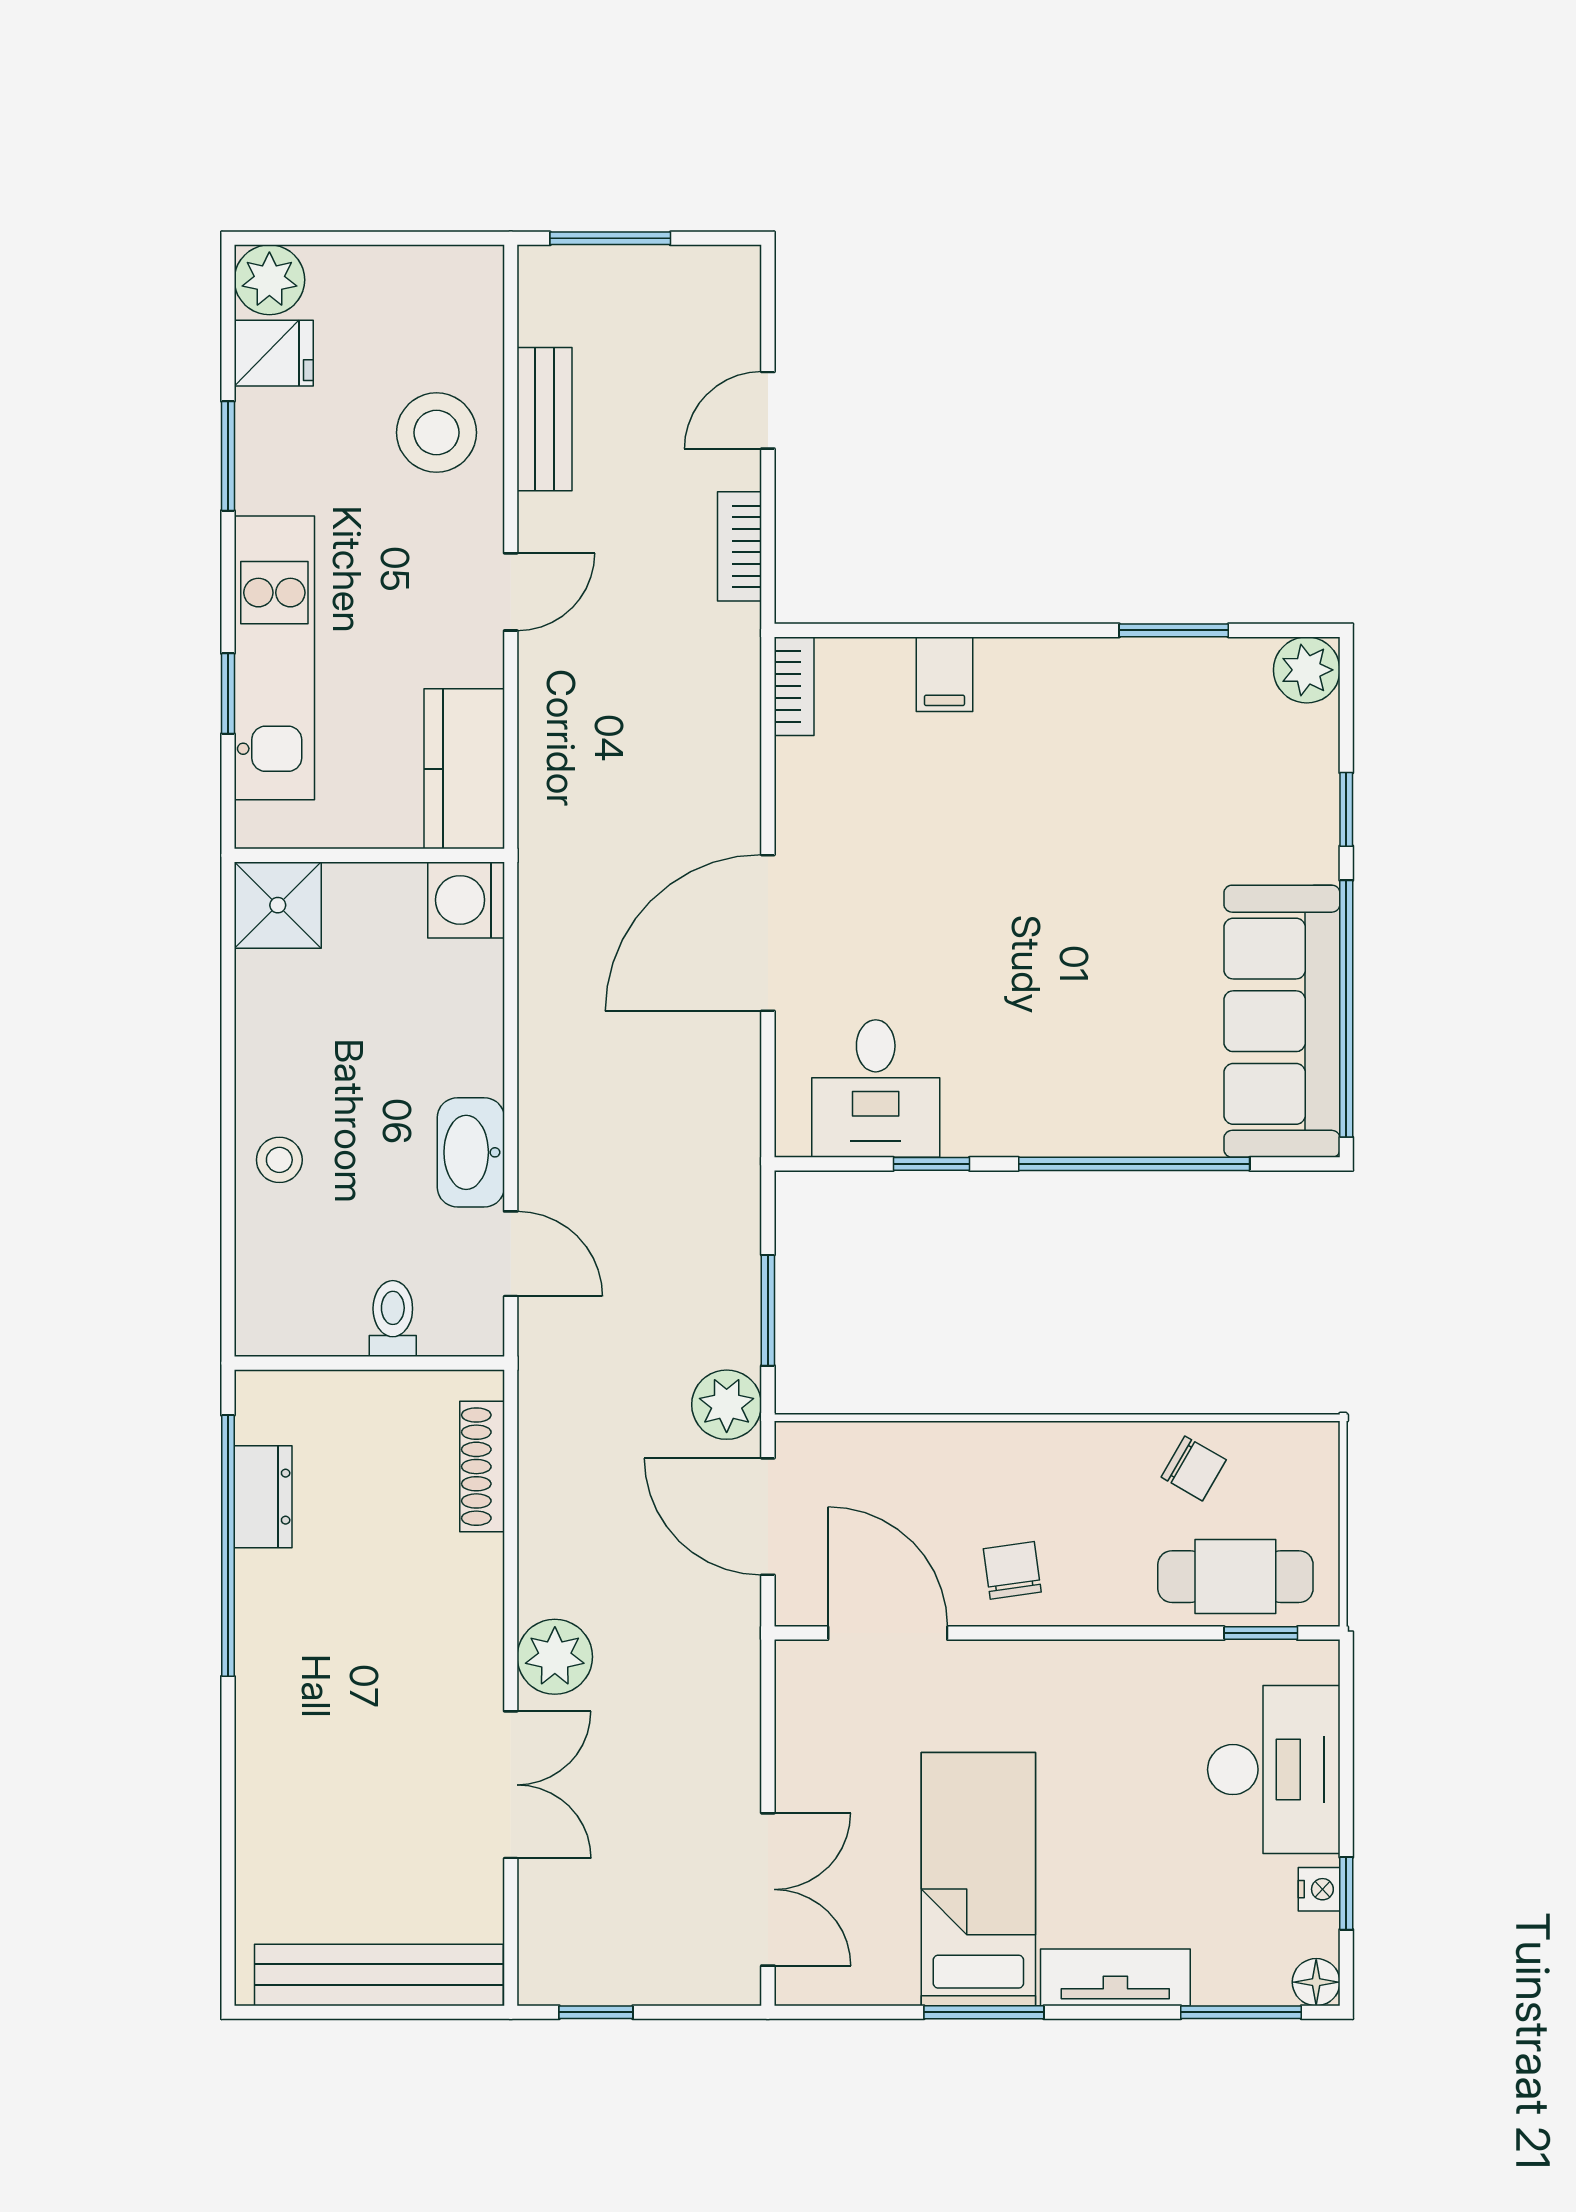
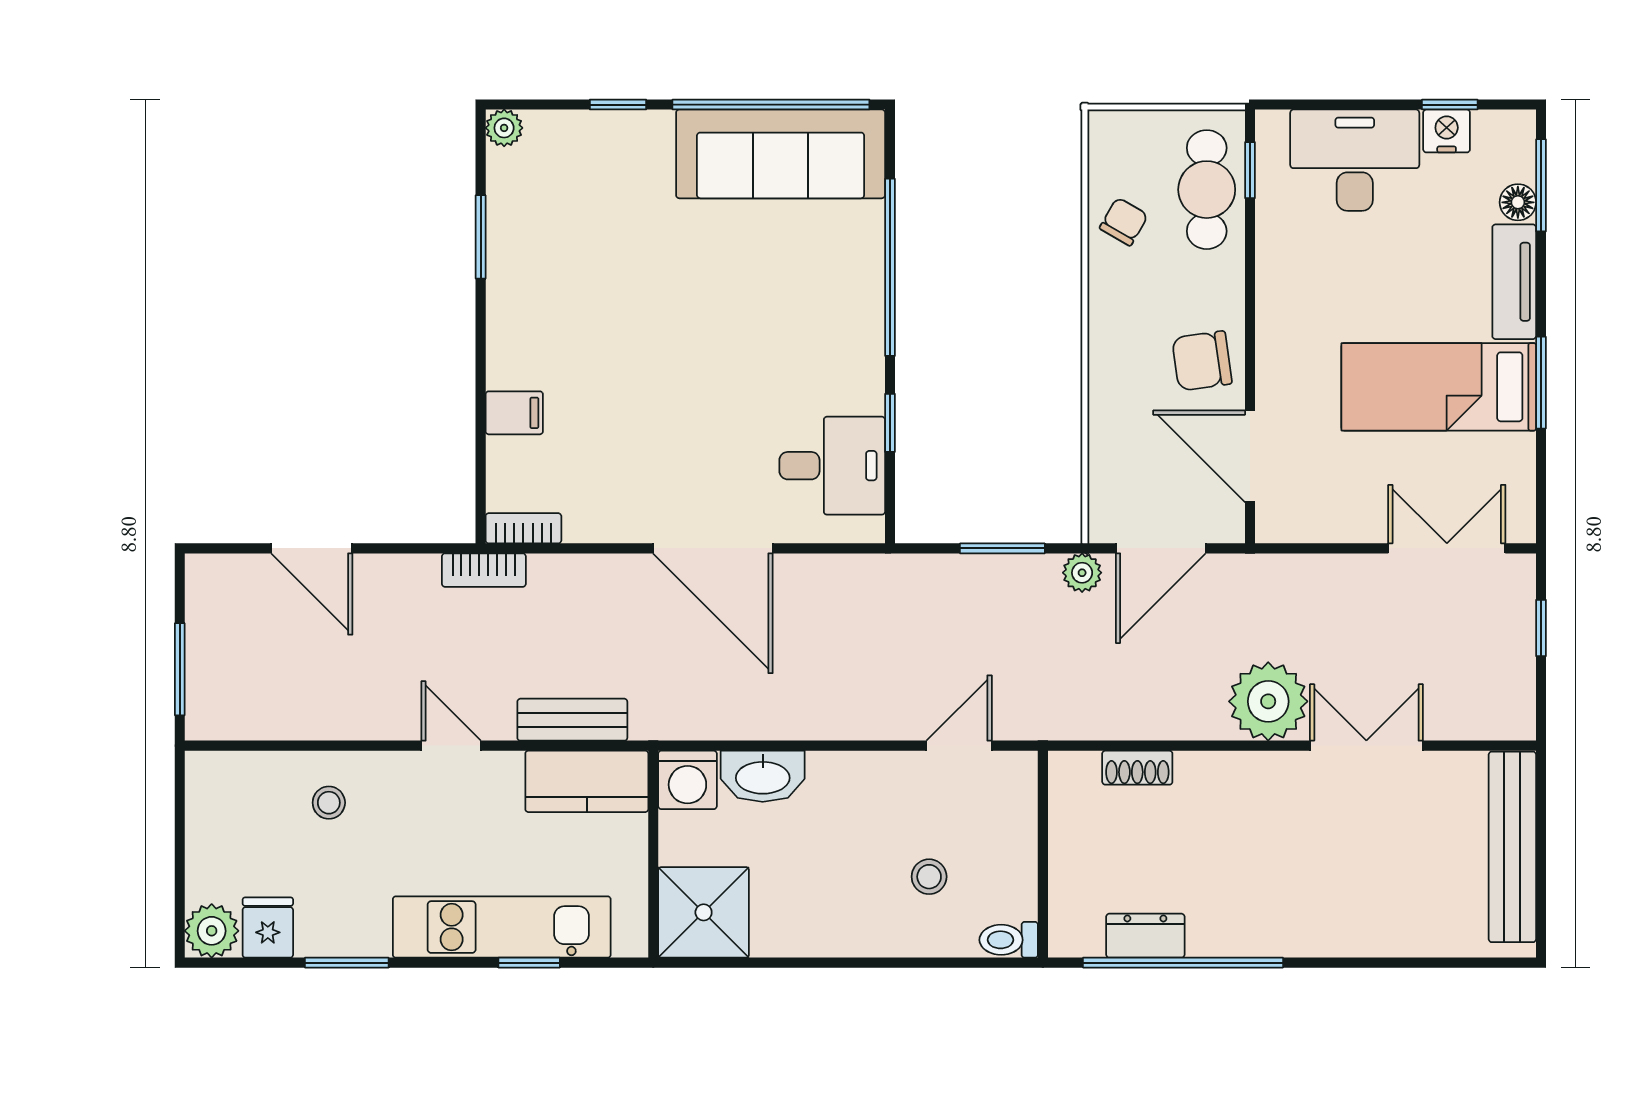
door: (768, 410) -> (312, 548), width x1.38
bench: (545, 419) -> (572, 720), moved
stool: (436, 433) -> (329, 803), width x0.53, depth x0.53
bookcase: (740, 546) -> (484, 570), moved
plant: (1307, 670) -> (504, 128), width x0.73, depth x0.73
shower: (278, 905) -> (704, 912), width x1.36, depth x1.36
washbasin: (471, 1152) -> (763, 776), moved
stool: (279, 1160) -> (929, 877), moved
toilet: (393, 1319) -> (1009, 940), moved
plant: (727, 1405) -> (1082, 573), width x0.73, depth x0.73
shoe rack: (482, 1467) -> (1137, 768), width x0.70
chair: (1012, 1570) -> (1202, 361), width x1.37, depth x1.37
door: (888, 1633) -> (1250, 456), hinge flipped
plant: (555, 1657) -> (1268, 701), width x1.36, depth x1.36
nightstand: (1319, 1889) -> (1447, 131), width x1.39, depth x1.35
floor lamp: (1316, 1982) -> (1518, 202), moved
window: (596, 2012) -> (1541, 628), moved

